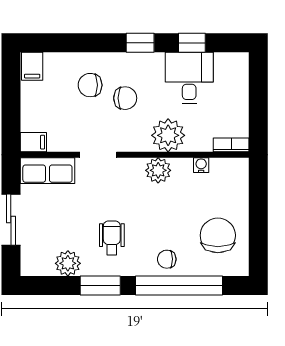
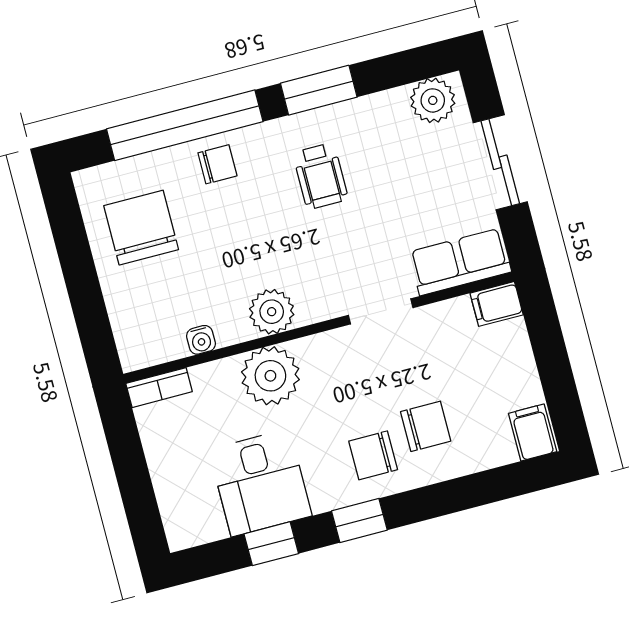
chair: (125, 98) -> (373, 455), moved
chair: (218, 235) -> (141, 228), turned 180
plant: (68, 263) -> (433, 100), moved

